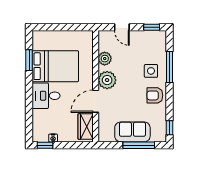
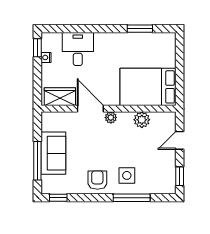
bed: (55, 66) -> (148, 87), moved, turned 90
plant: (107, 80) -> (111, 117), width x0.53, depth x0.53
desk: (46, 96) -> (78, 49), moved

